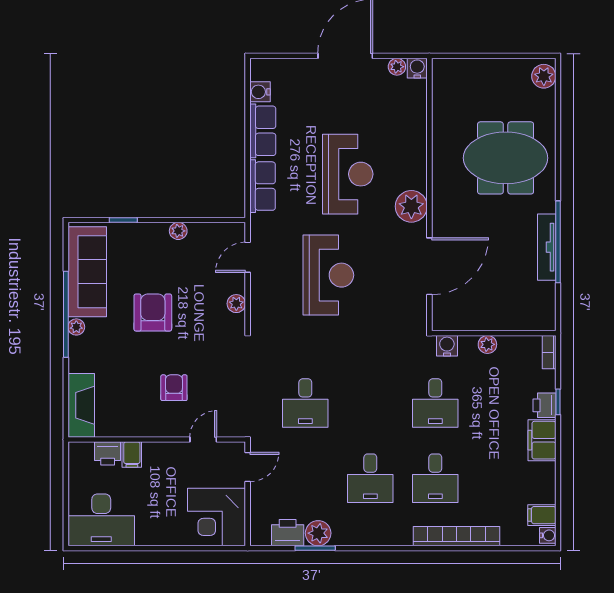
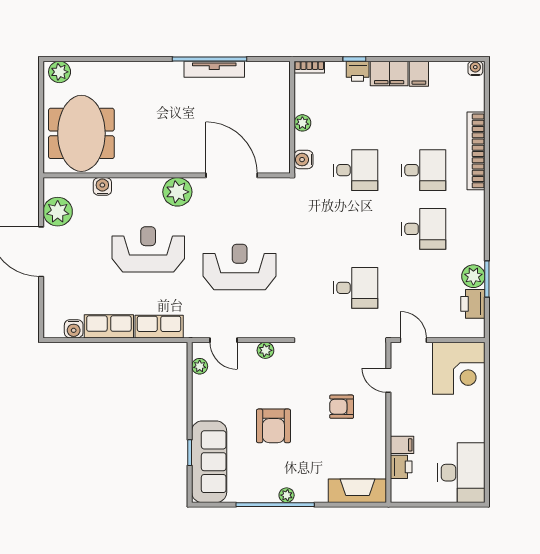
plant: (397, 67) -> (58, 212), width x1.88, depth x1.88
water cooler: (417, 68) -> (102, 186), moved, turned 90
meeting table: (506, 158) -> (81, 133), moved
plant: (178, 231) -> (200, 366), moved
sofa: (87, 272) -> (209, 462), moved, turned 90
armchair: (153, 312) -> (273, 426), turned -90
filing cabinet: (542, 515) -> (419, 74), moved

